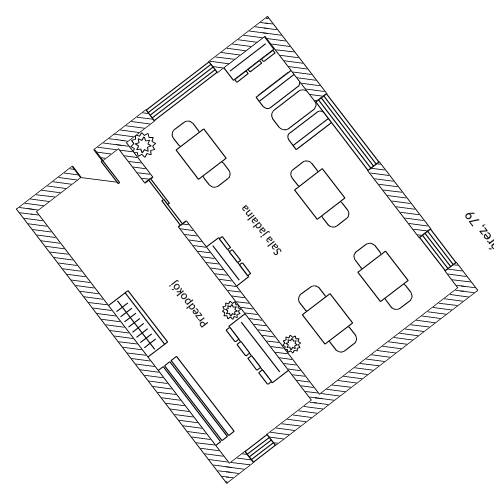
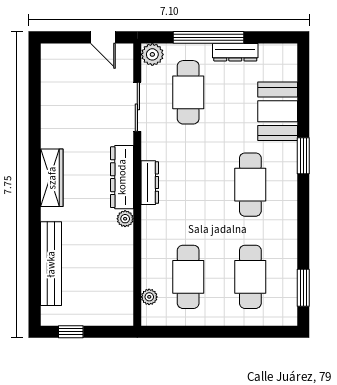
dresser: (250, 60) -> (235, 52), moved
window: (347, 132) -> (303, 156), width x0.47
plant: (292, 344) -> (149, 297), moved
dresser: (257, 349) -> (122, 177), moved

